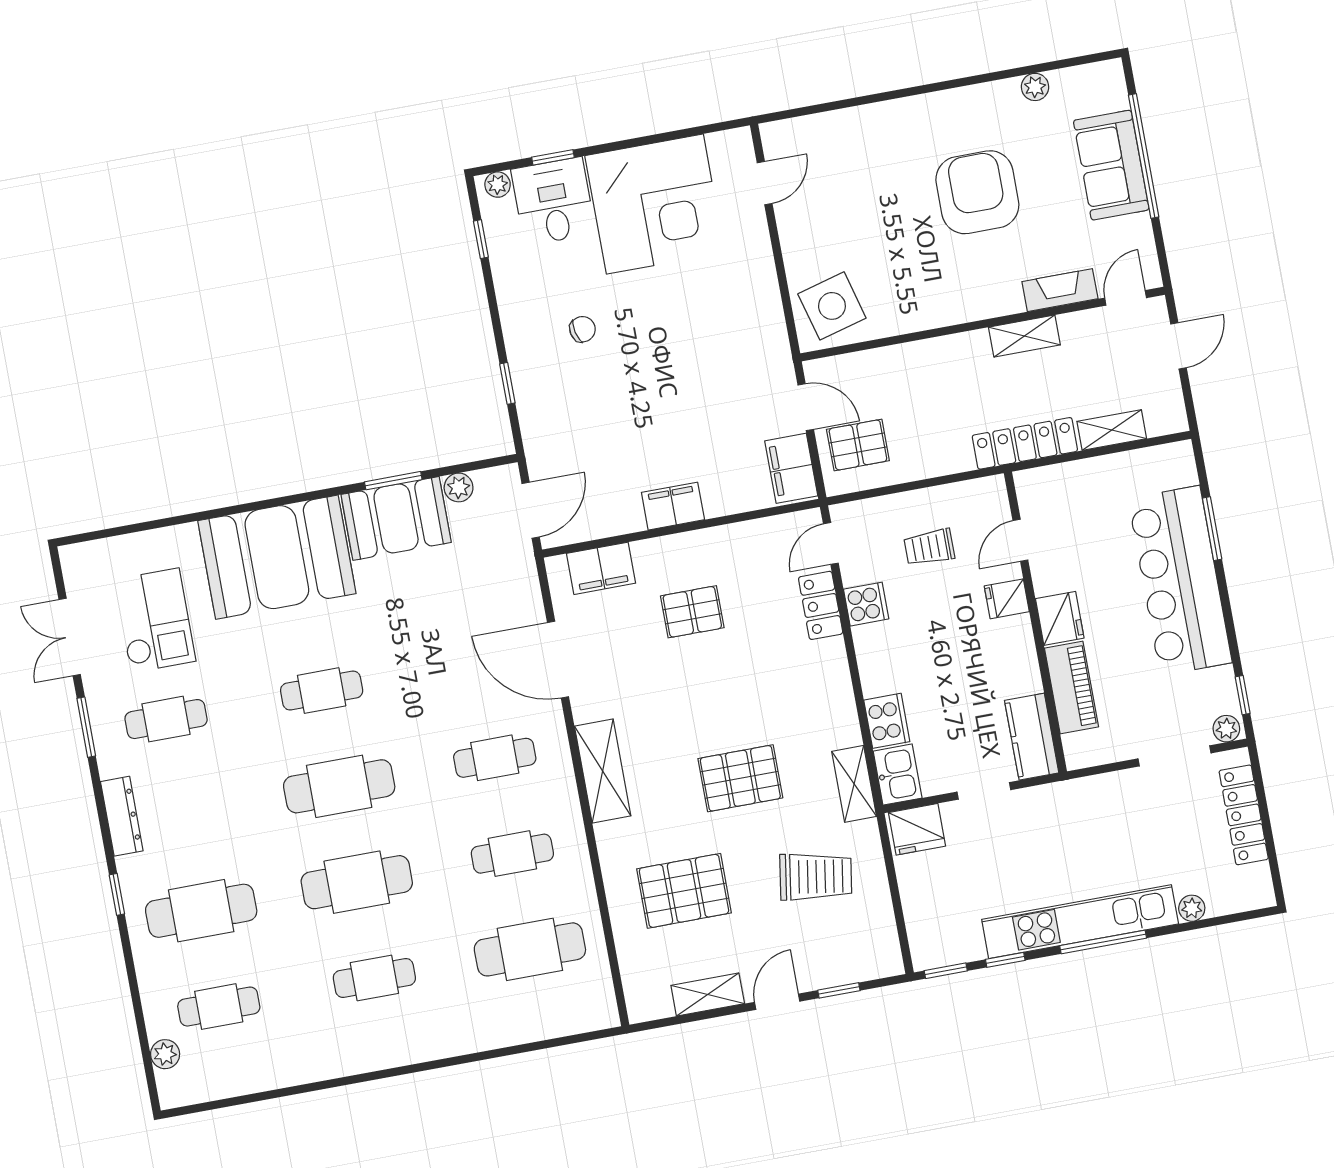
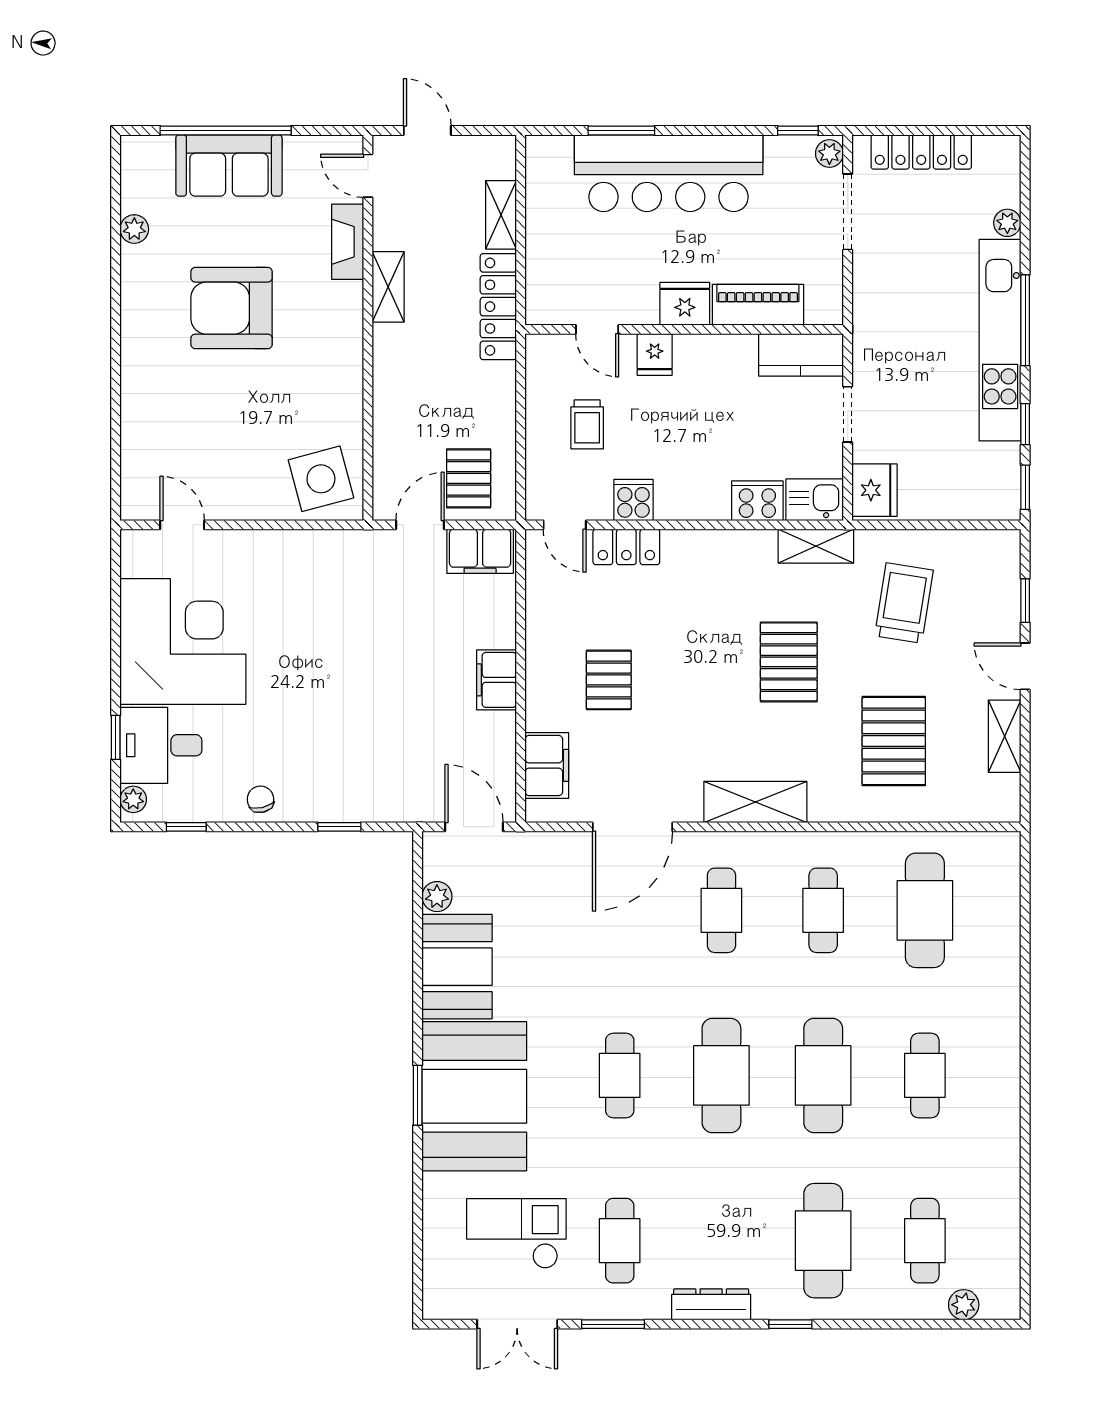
chair: (582, 329) -> (260, 799), moved
window: (393, 481) -> (418, 1095), moved

